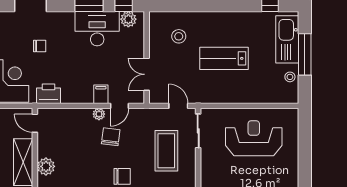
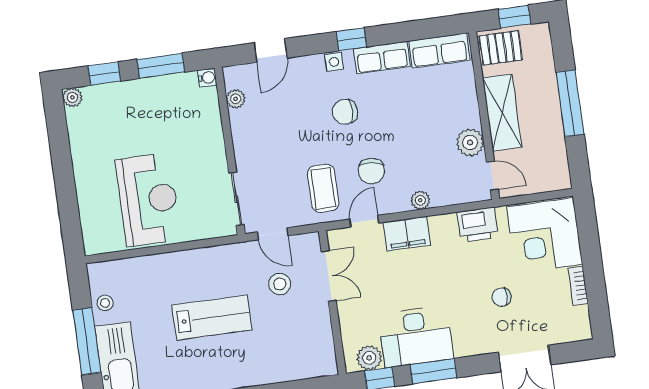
stool: (179, 36) -> (280, 284), moved
filing cabinet: (101, 94) -> (407, 234), width x2.00
plant: (99, 114) -> (420, 200), moved
reception desk: (254, 138) -> (148, 200), turned -90
coffee table: (166, 151) -> (323, 188), moved, width x0.73, depth x0.76
plant: (46, 166) -> (470, 143), moved

